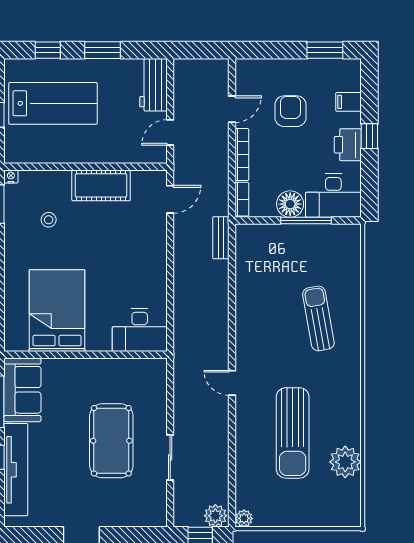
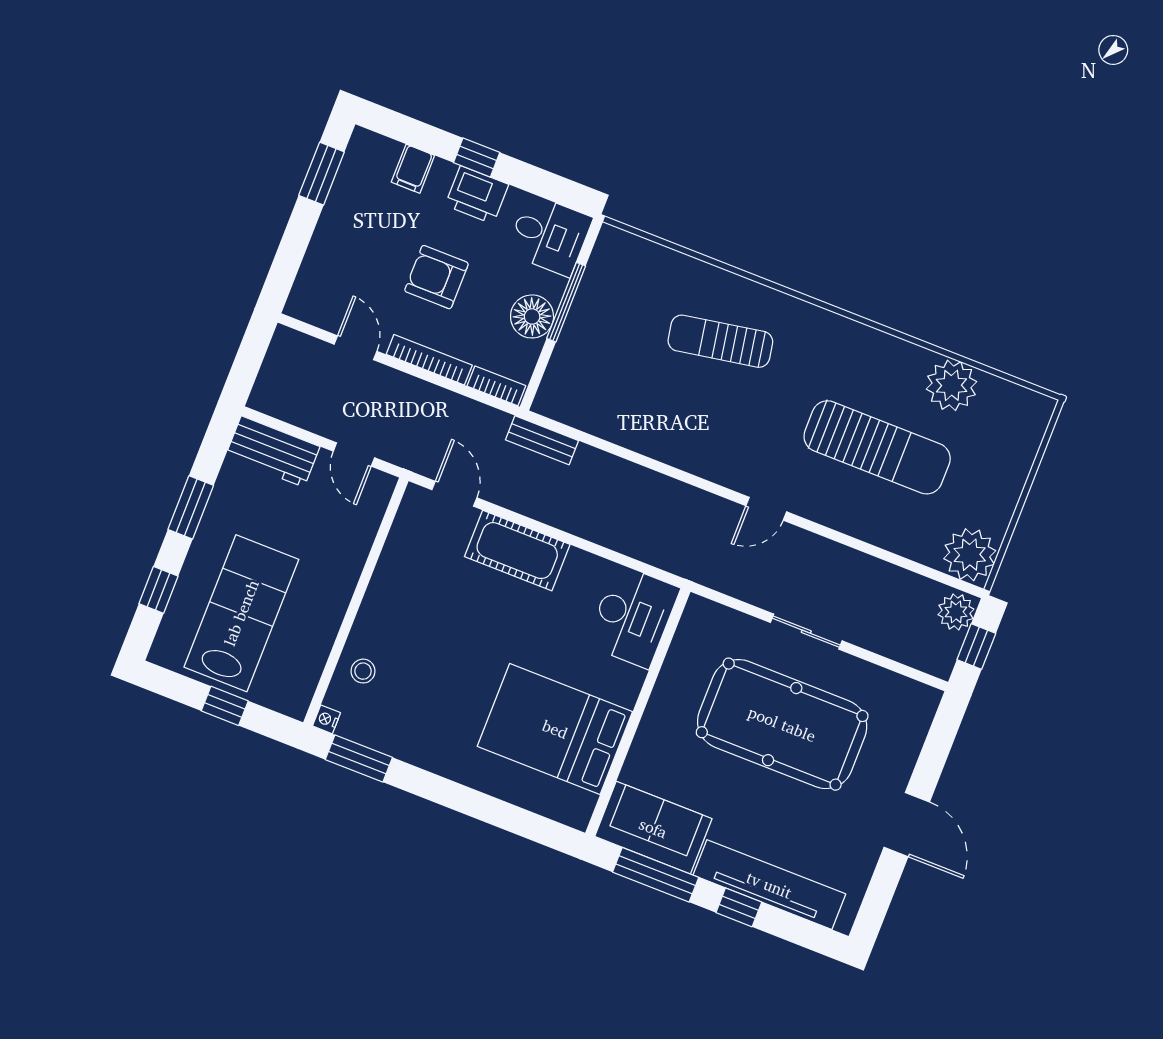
armchair: (290, 111) -> (436, 277), moved
cot: (101, 185) -> (517, 551), moved, turned 90
desk: (333, 196) -> (549, 235), width x0.73
stool: (49, 220) -> (363, 671), moved
pool table: (111, 441) -> (782, 724), width x1.36, depth x1.32
sliding door: (170, 457) -> (806, 632), moved
plant: (244, 518) -> (970, 555), width x1.87, depth x1.87

